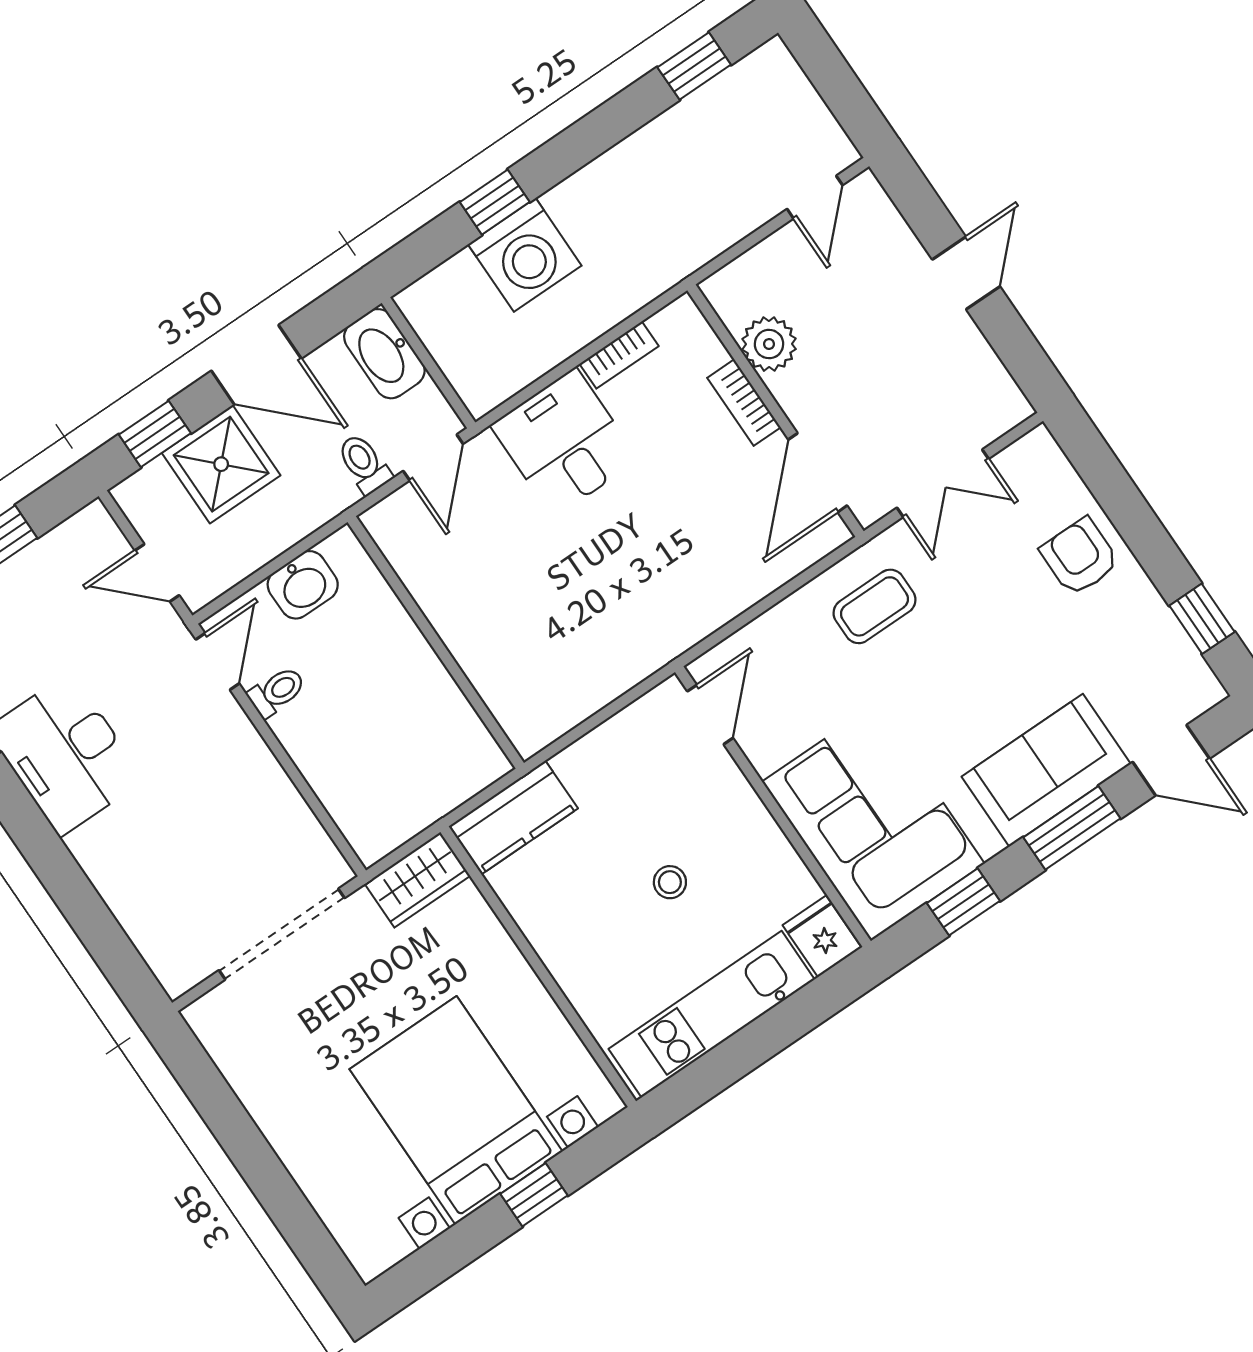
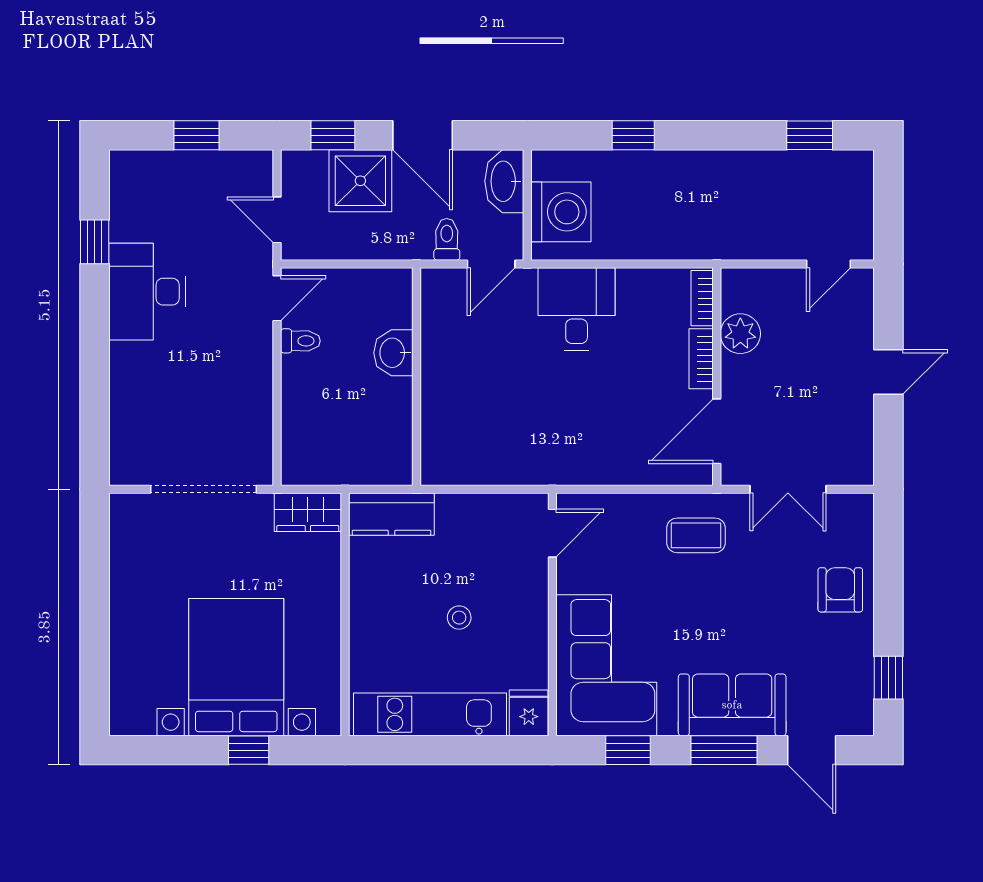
washing machine: (525, 255) -> (561, 212), moved, turned -90
bookcase: (619, 355) -> (702, 298), moved, turned 90
washbasin: (303, 585) -> (393, 353), moved, turned 90

